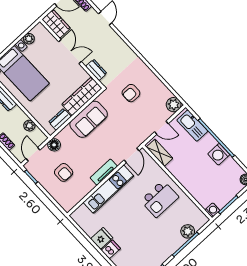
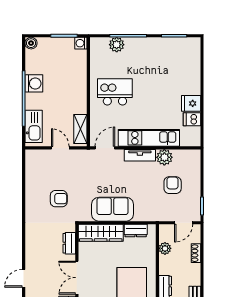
plant: (174, 105) -> (164, 157), moved
floor lamp: (54, 145) -> (159, 214), removed
dishwasher: (111, 249) -> (192, 119), moved

